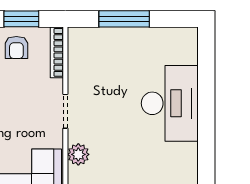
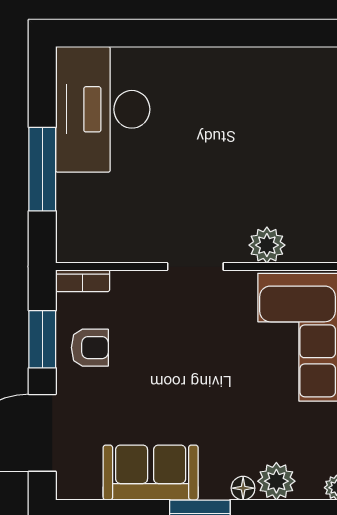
bookcase: (57, 52) -> (83, 281), width x0.64
desk: (170, 103) -> (103, 109), moved, turned -90

